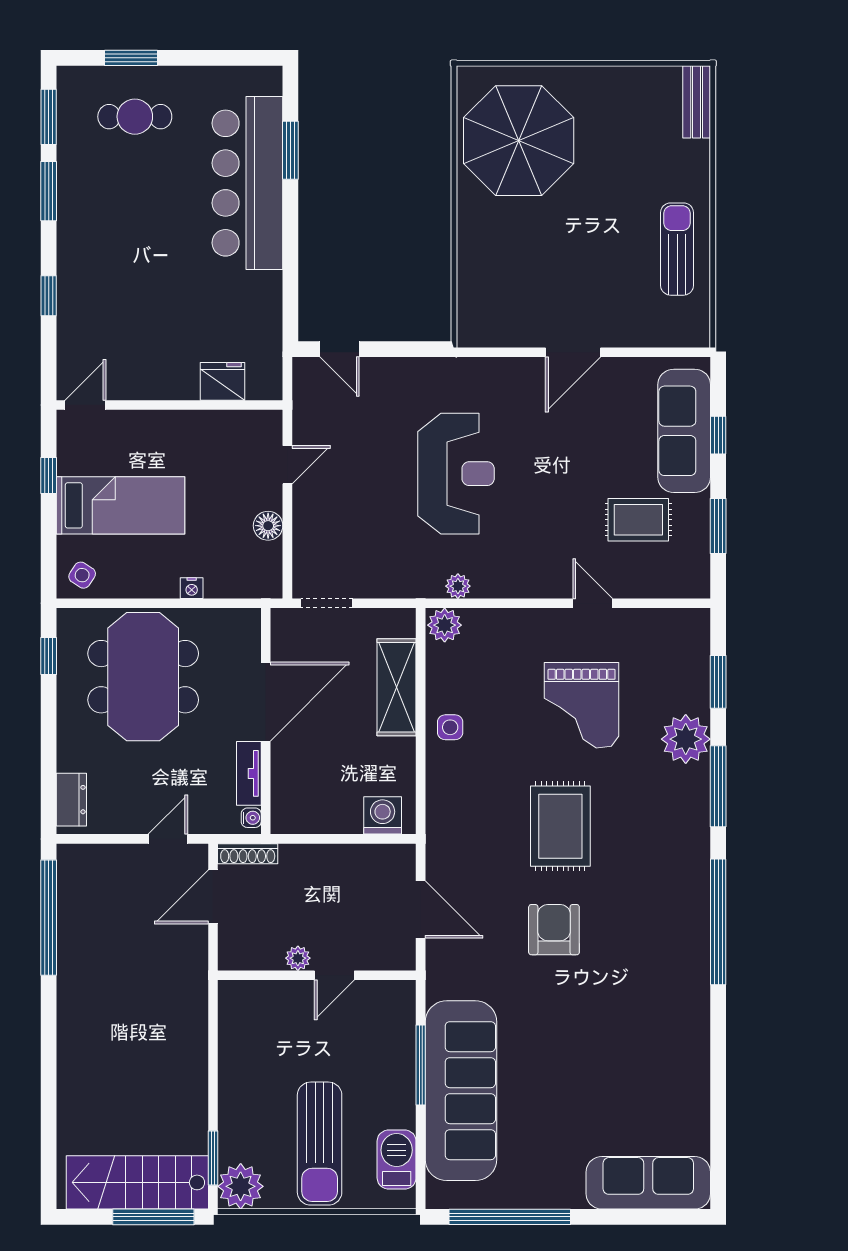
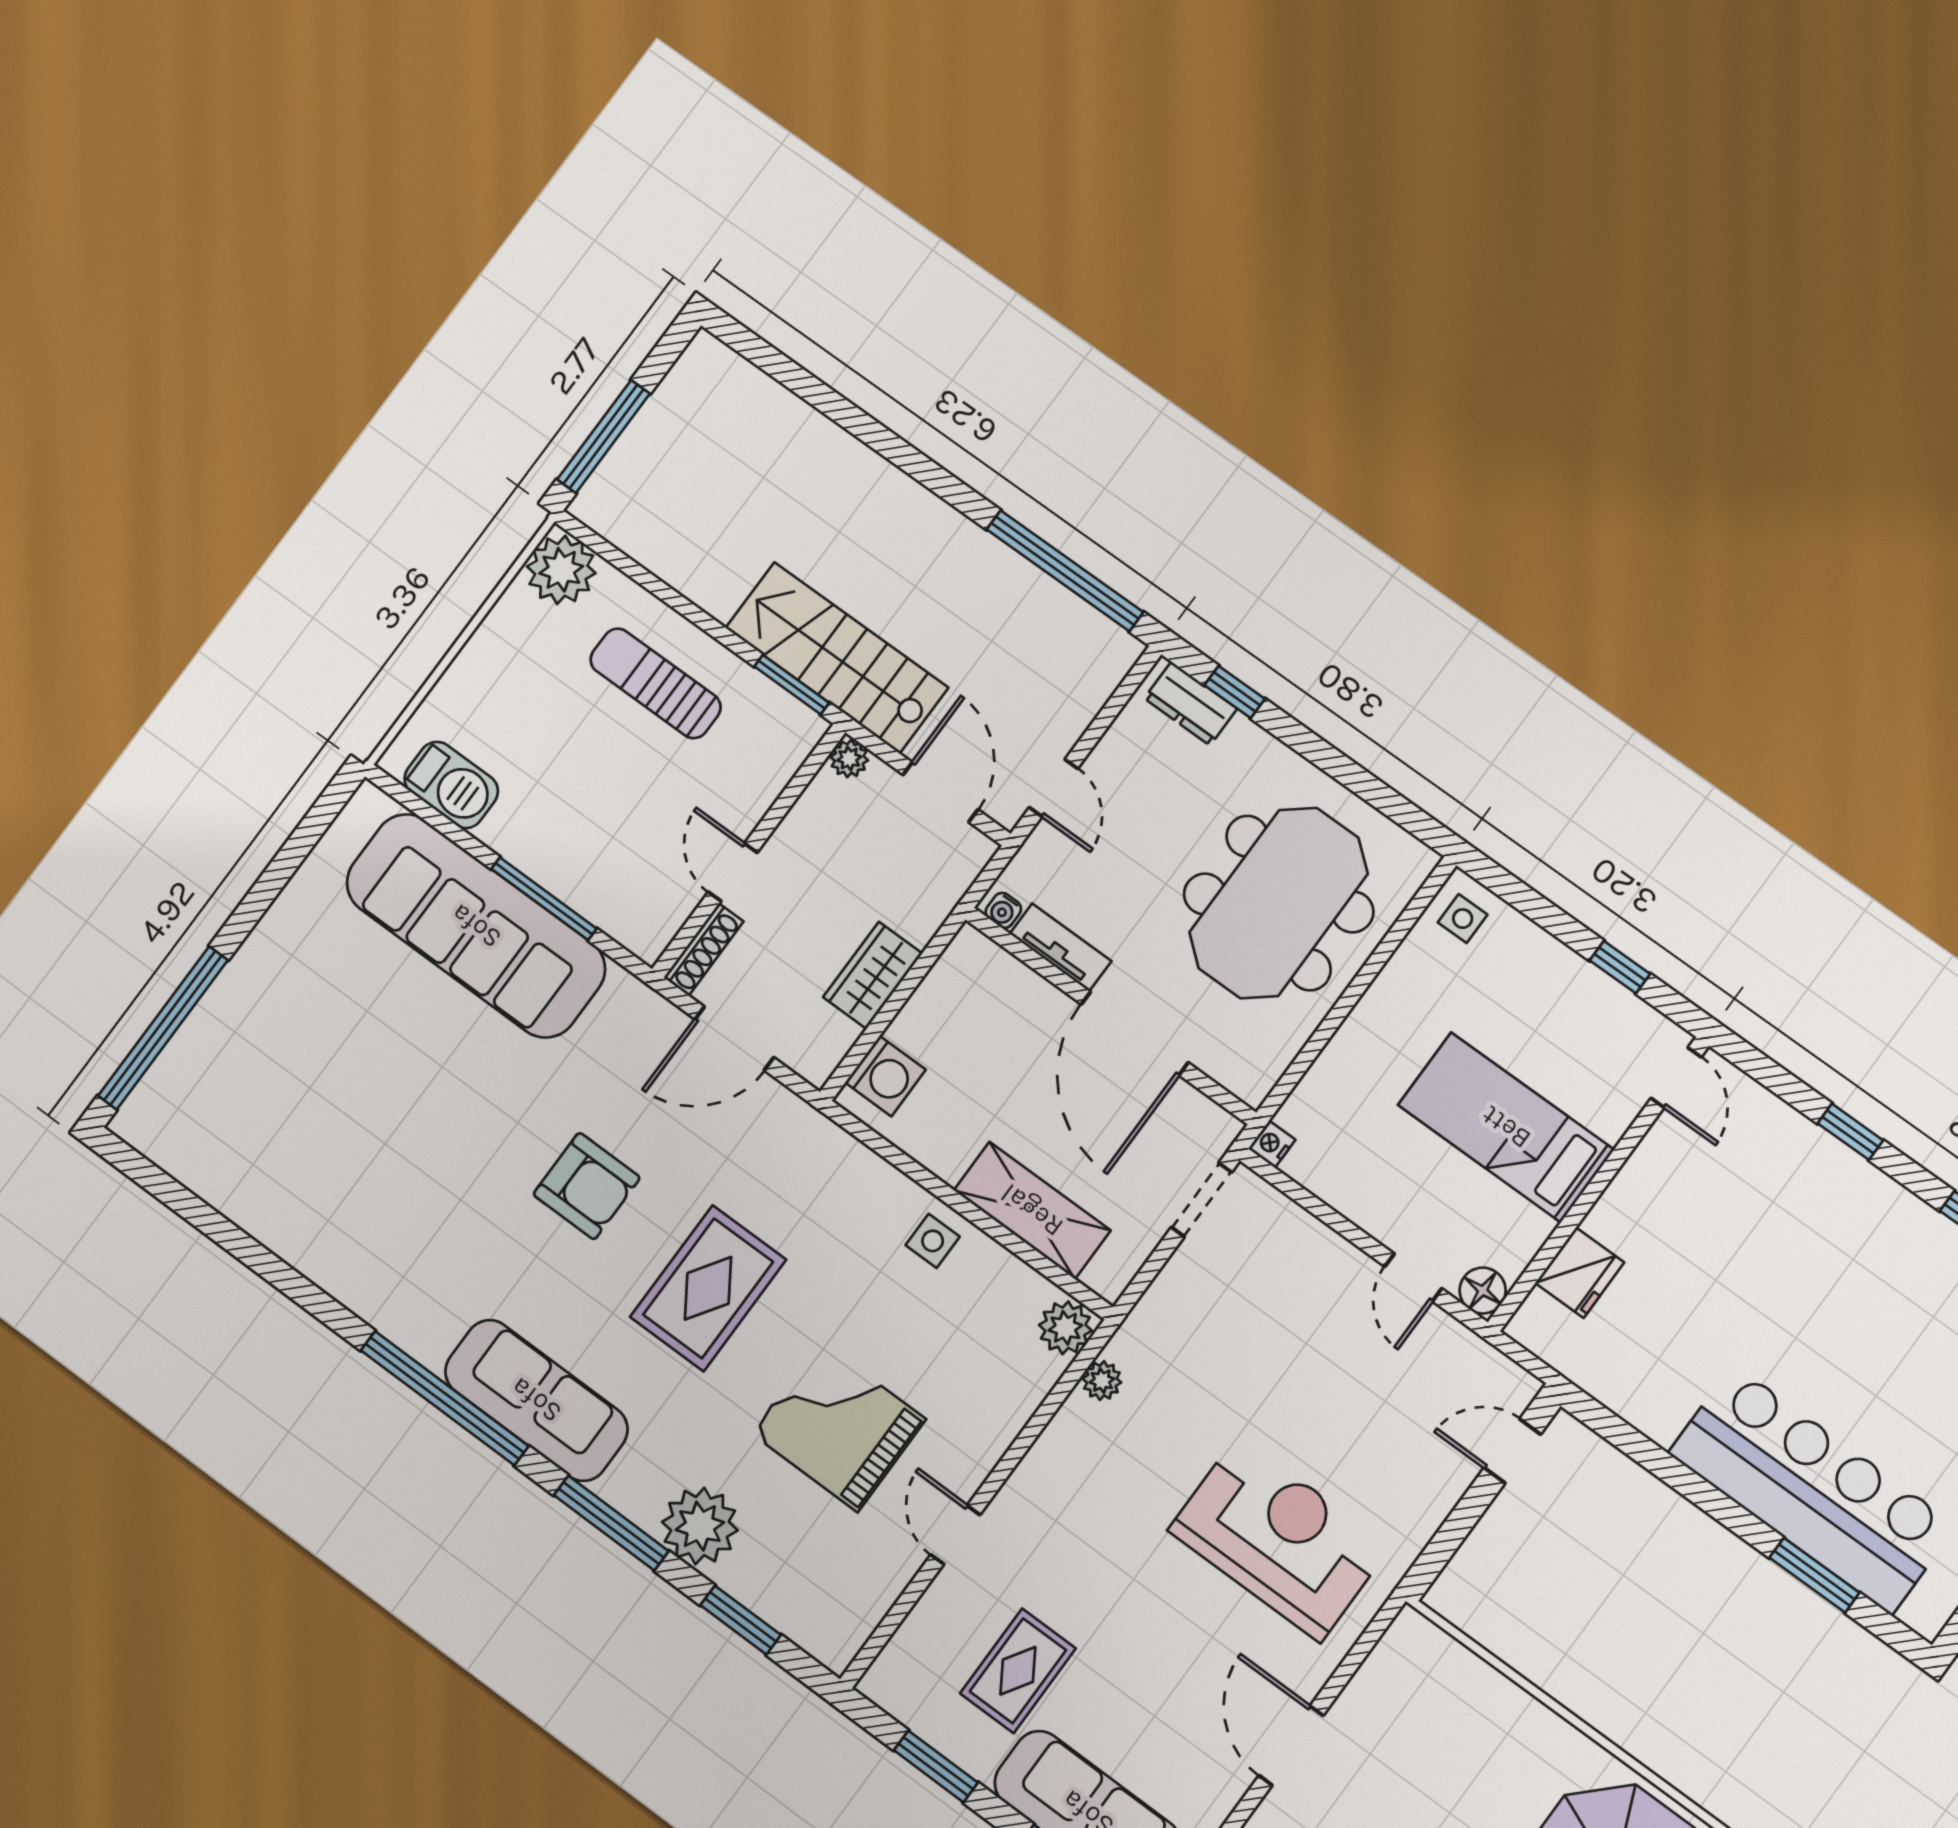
reception desk: (456, 474) -> (1279, 1539), moved, turned 180
bed: (121, 505) -> (1506, 1127), moved, turned 90
floor lamp: (268, 526) -> (1483, 1291), moved
side table: (82, 575) -> (1463, 919), turned -33
nightstand: (192, 588) -> (1272, 1144), moved
door: (593, 603) -> (955, 1535), swing flipped
window: (49, 656) -> (1235, 692), moved
meeting table: (143, 677) -> (1279, 903), turned 90
rug: (560, 826) -> (708, 1288), turned 90
shoe rack: (248, 854) -> (704, 949), moved, turned 180
wardrobe: (335, 861) -> (873, 975), added
plant: (298, 958) -> (849, 759), moved
sun lounger: (320, 1144) -> (656, 683), moved, width x0.73, depth x0.75
window: (213, 1158) -> (792, 685), moved
stairs: (137, 1182) -> (837, 658), moved, turned -90
sofa: (648, 1183) -> (536, 1400), moved, turned -90
window: (510, 1217) -> (163, 1028), moved

